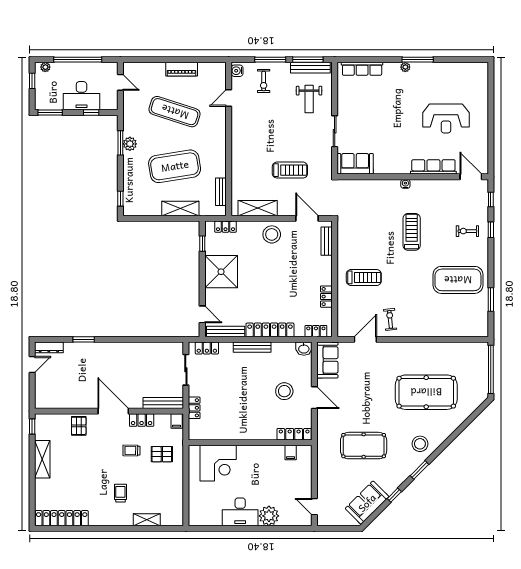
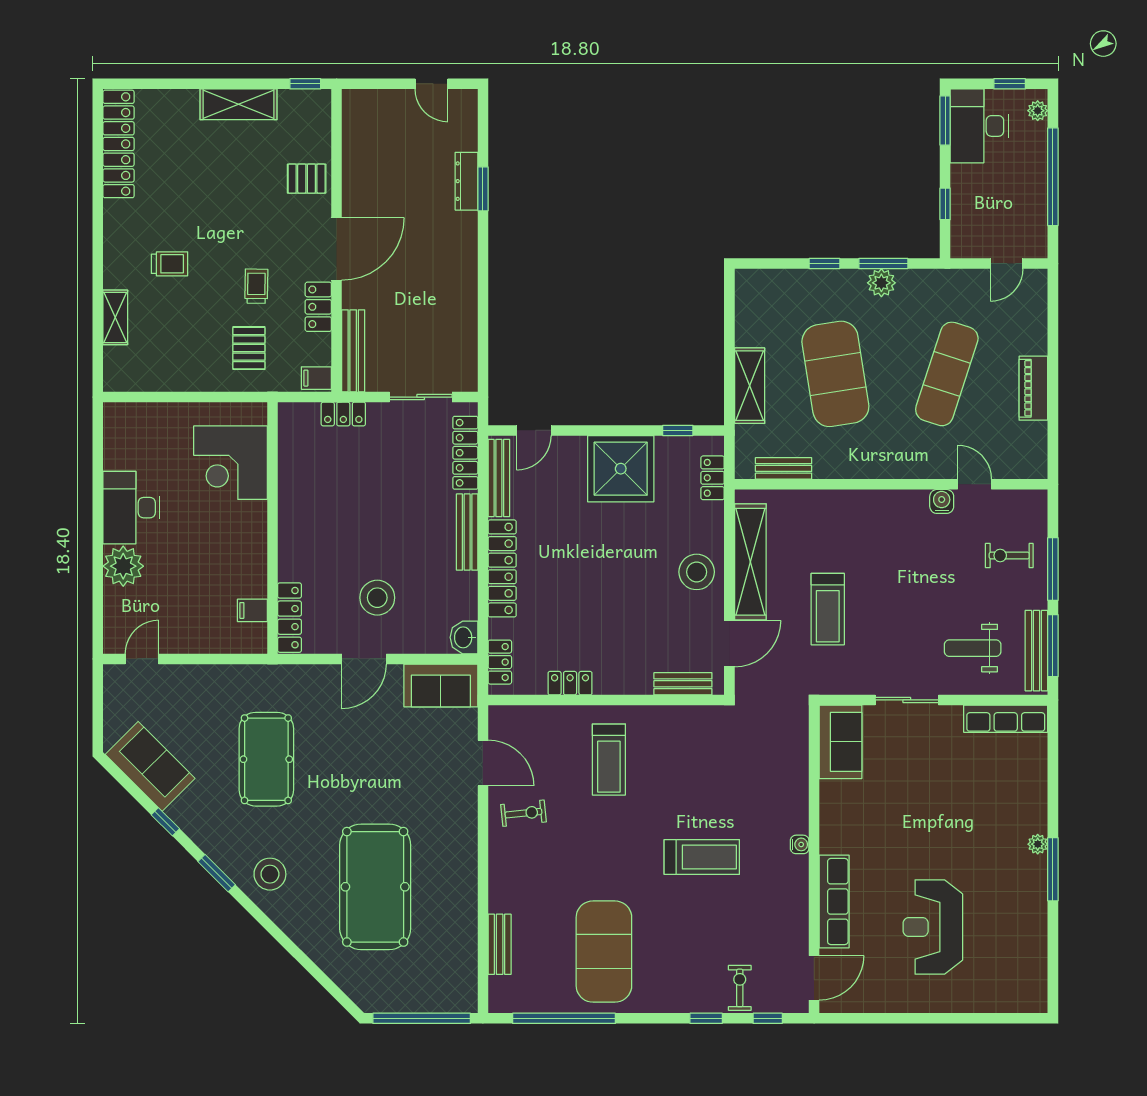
row of seats: (362, 69) -> (1006, 719), moved, turned -90
water cooler: (237, 71) -> (942, 501), moved
desk: (81, 96) -> (979, 126), moved
window: (120, 199) -> (825, 264), moved
shelving: (258, 208) -> (750, 562), width x1.47
exercise bike: (467, 231) -> (740, 988), moved
window: (491, 299) -> (564, 1018), width x2.11
bench: (454, 331) -> (500, 944), added
dresser: (49, 347) -> (466, 181), moved
locker: (207, 348) -> (465, 453), width x1.53

